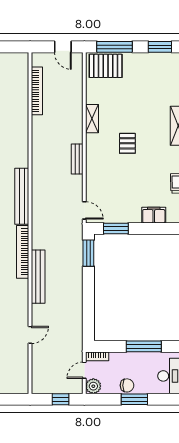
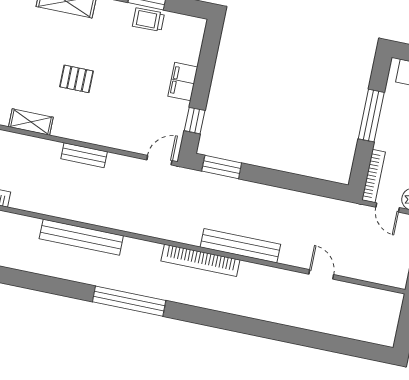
bench: (22, 196) -> (81, 237), moved
filing cabinet: (154, 215) -> (183, 82), moved
window: (116, 228) -> (195, 121), width x0.67
bookcase: (97, 356) -> (374, 176), width x1.56

